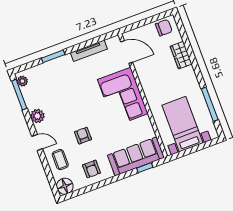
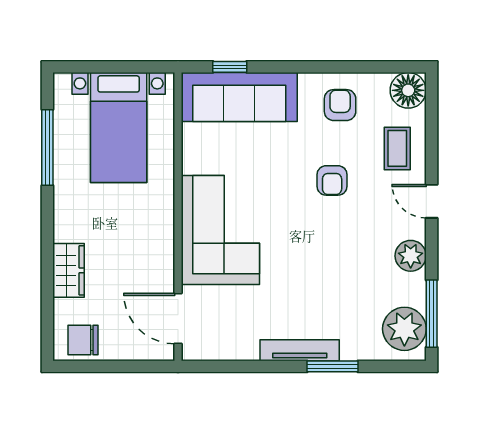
tv unit: (89, 51) -> (300, 350), moved
plant: (22, 81) -> (404, 329), width x1.88, depth x1.88

